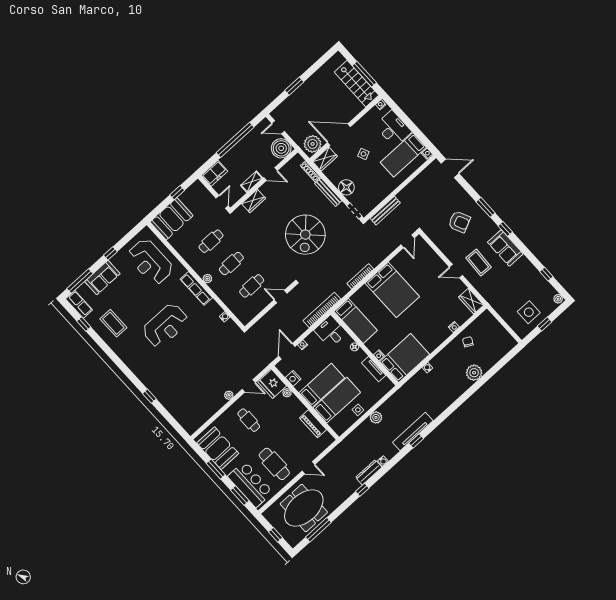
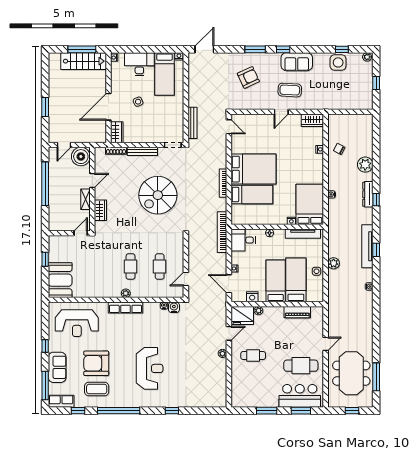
plant: (313, 144) -> (98, 131), removed
freezer: (214, 173) -> (55, 220), removed
floor lamp: (346, 187) -> (151, 135), removed
door: (222, 202) -> (81, 233), hinge flipped
spiral stairs: (305, 235) -> (158, 195), turned 90
cafe table: (211, 241) -> (101, 267), removed
door: (281, 296) -> (186, 279), moved
armchair: (133, 305) -> (96, 363), added
side table: (529, 312) -> (338, 62), moved
bed: (356, 321) -> (252, 194), moved
reception desk: (166, 325) -> (150, 368), moved
water cooler: (230, 326) -> (174, 307), added
window: (112, 355) -> (119, 411), added
tv unit: (374, 369) -> (303, 234), width x1.41
booth: (218, 448) -> (253, 396), removed
dresser: (369, 472) -> (368, 194), moved
window: (362, 490) -> (376, 200), moved

